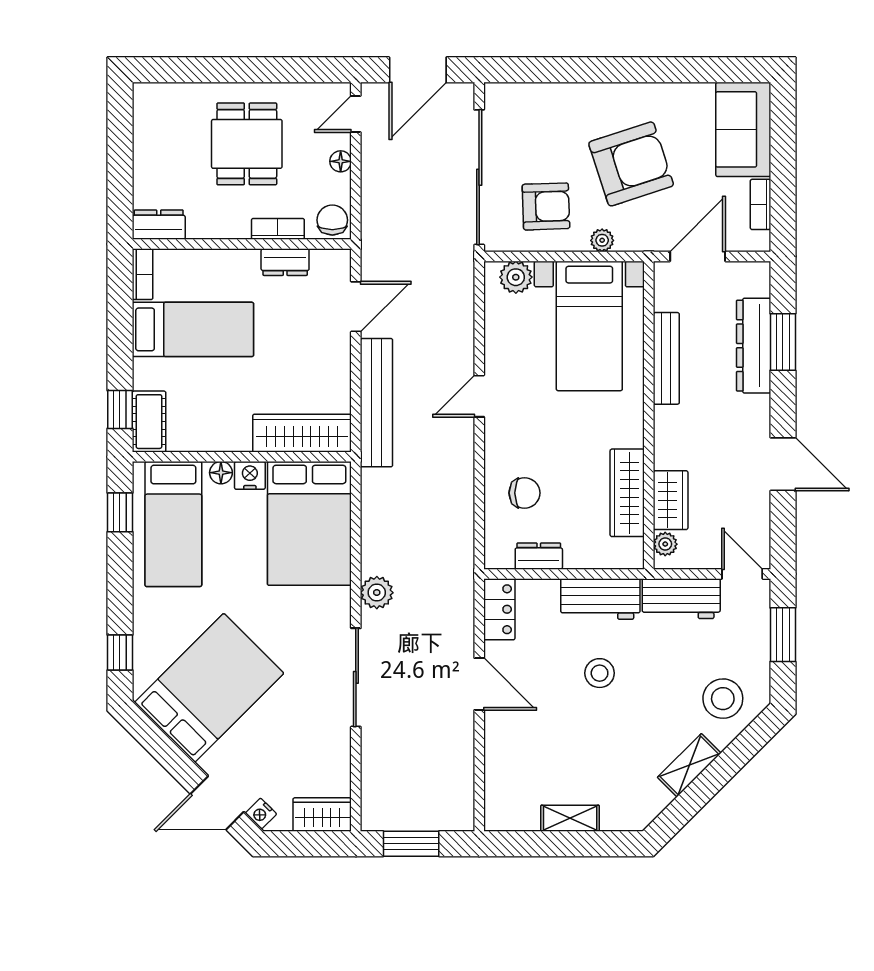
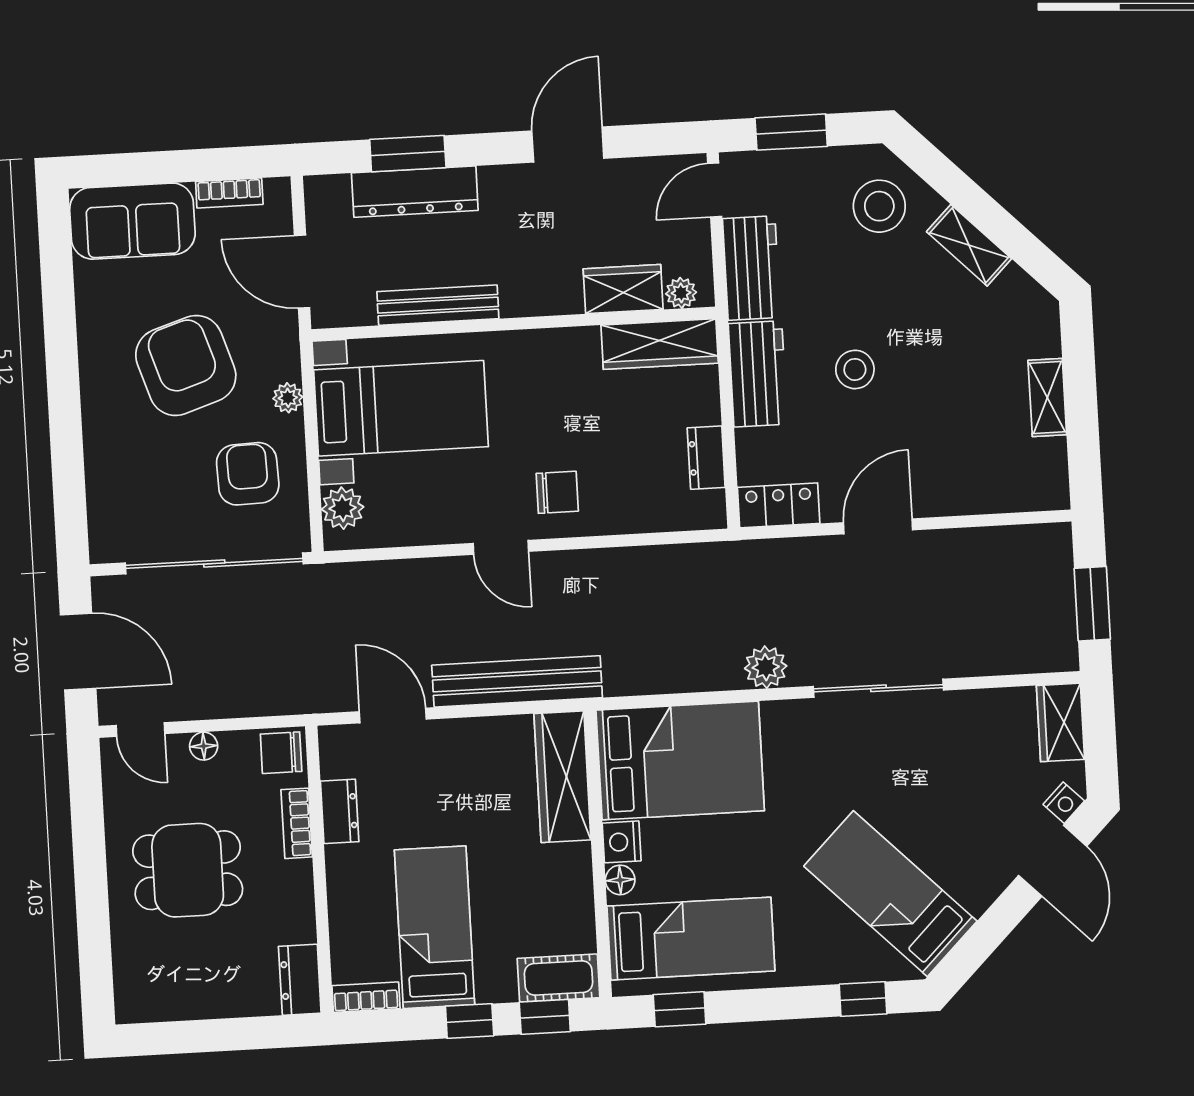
window: (120, 352) -> (470, 1021), added
chair: (524, 493) -> (557, 492), moved, turned 90
wardrobe: (627, 493) -> (660, 344), moved
bed: (209, 688) -> (890, 894), width x0.67

